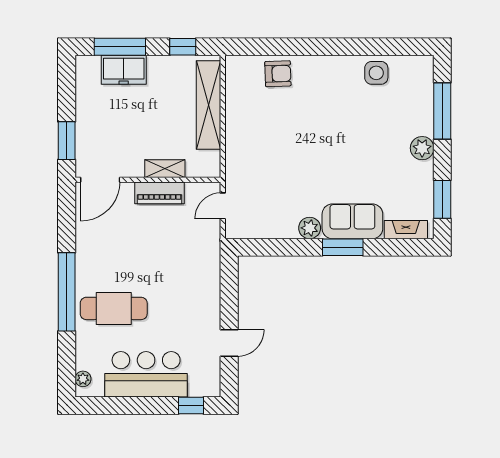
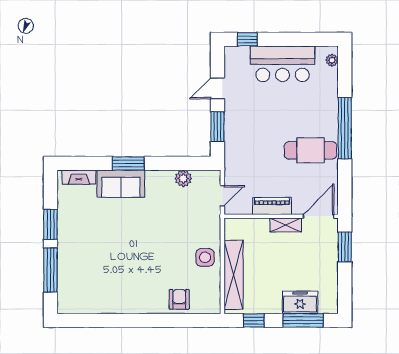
side table: (376, 73) -> (205, 257), moved
armchair: (278, 74) -> (179, 299), turned 92
plant: (422, 148) -> (66, 241), removed
shelving: (165, 169) -> (286, 225), moved
window: (442, 199) -> (50, 224), moved
plant: (310, 228) -> (183, 178), moved
window: (229, 294) -> (217, 127), added
cafe table: (114, 308) -> (311, 150), moved

